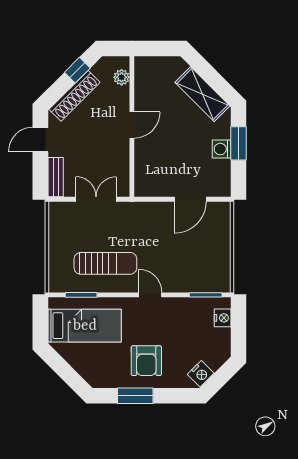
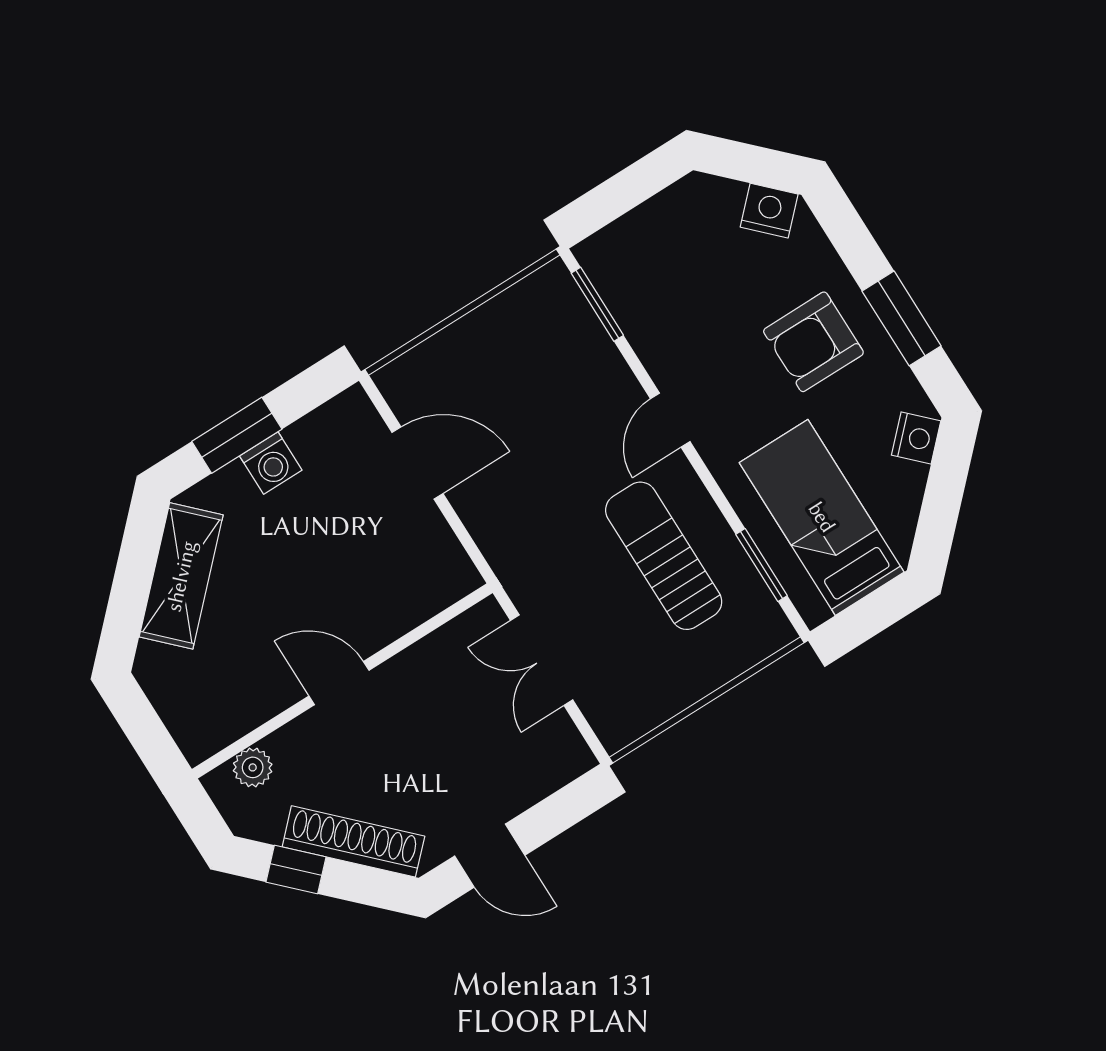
bench: (56, 177) -> (549, 774), removed
nightstand: (223, 318) -> (916, 438), moved, turned 135
armchair: (146, 361) -> (813, 342), turned 180

